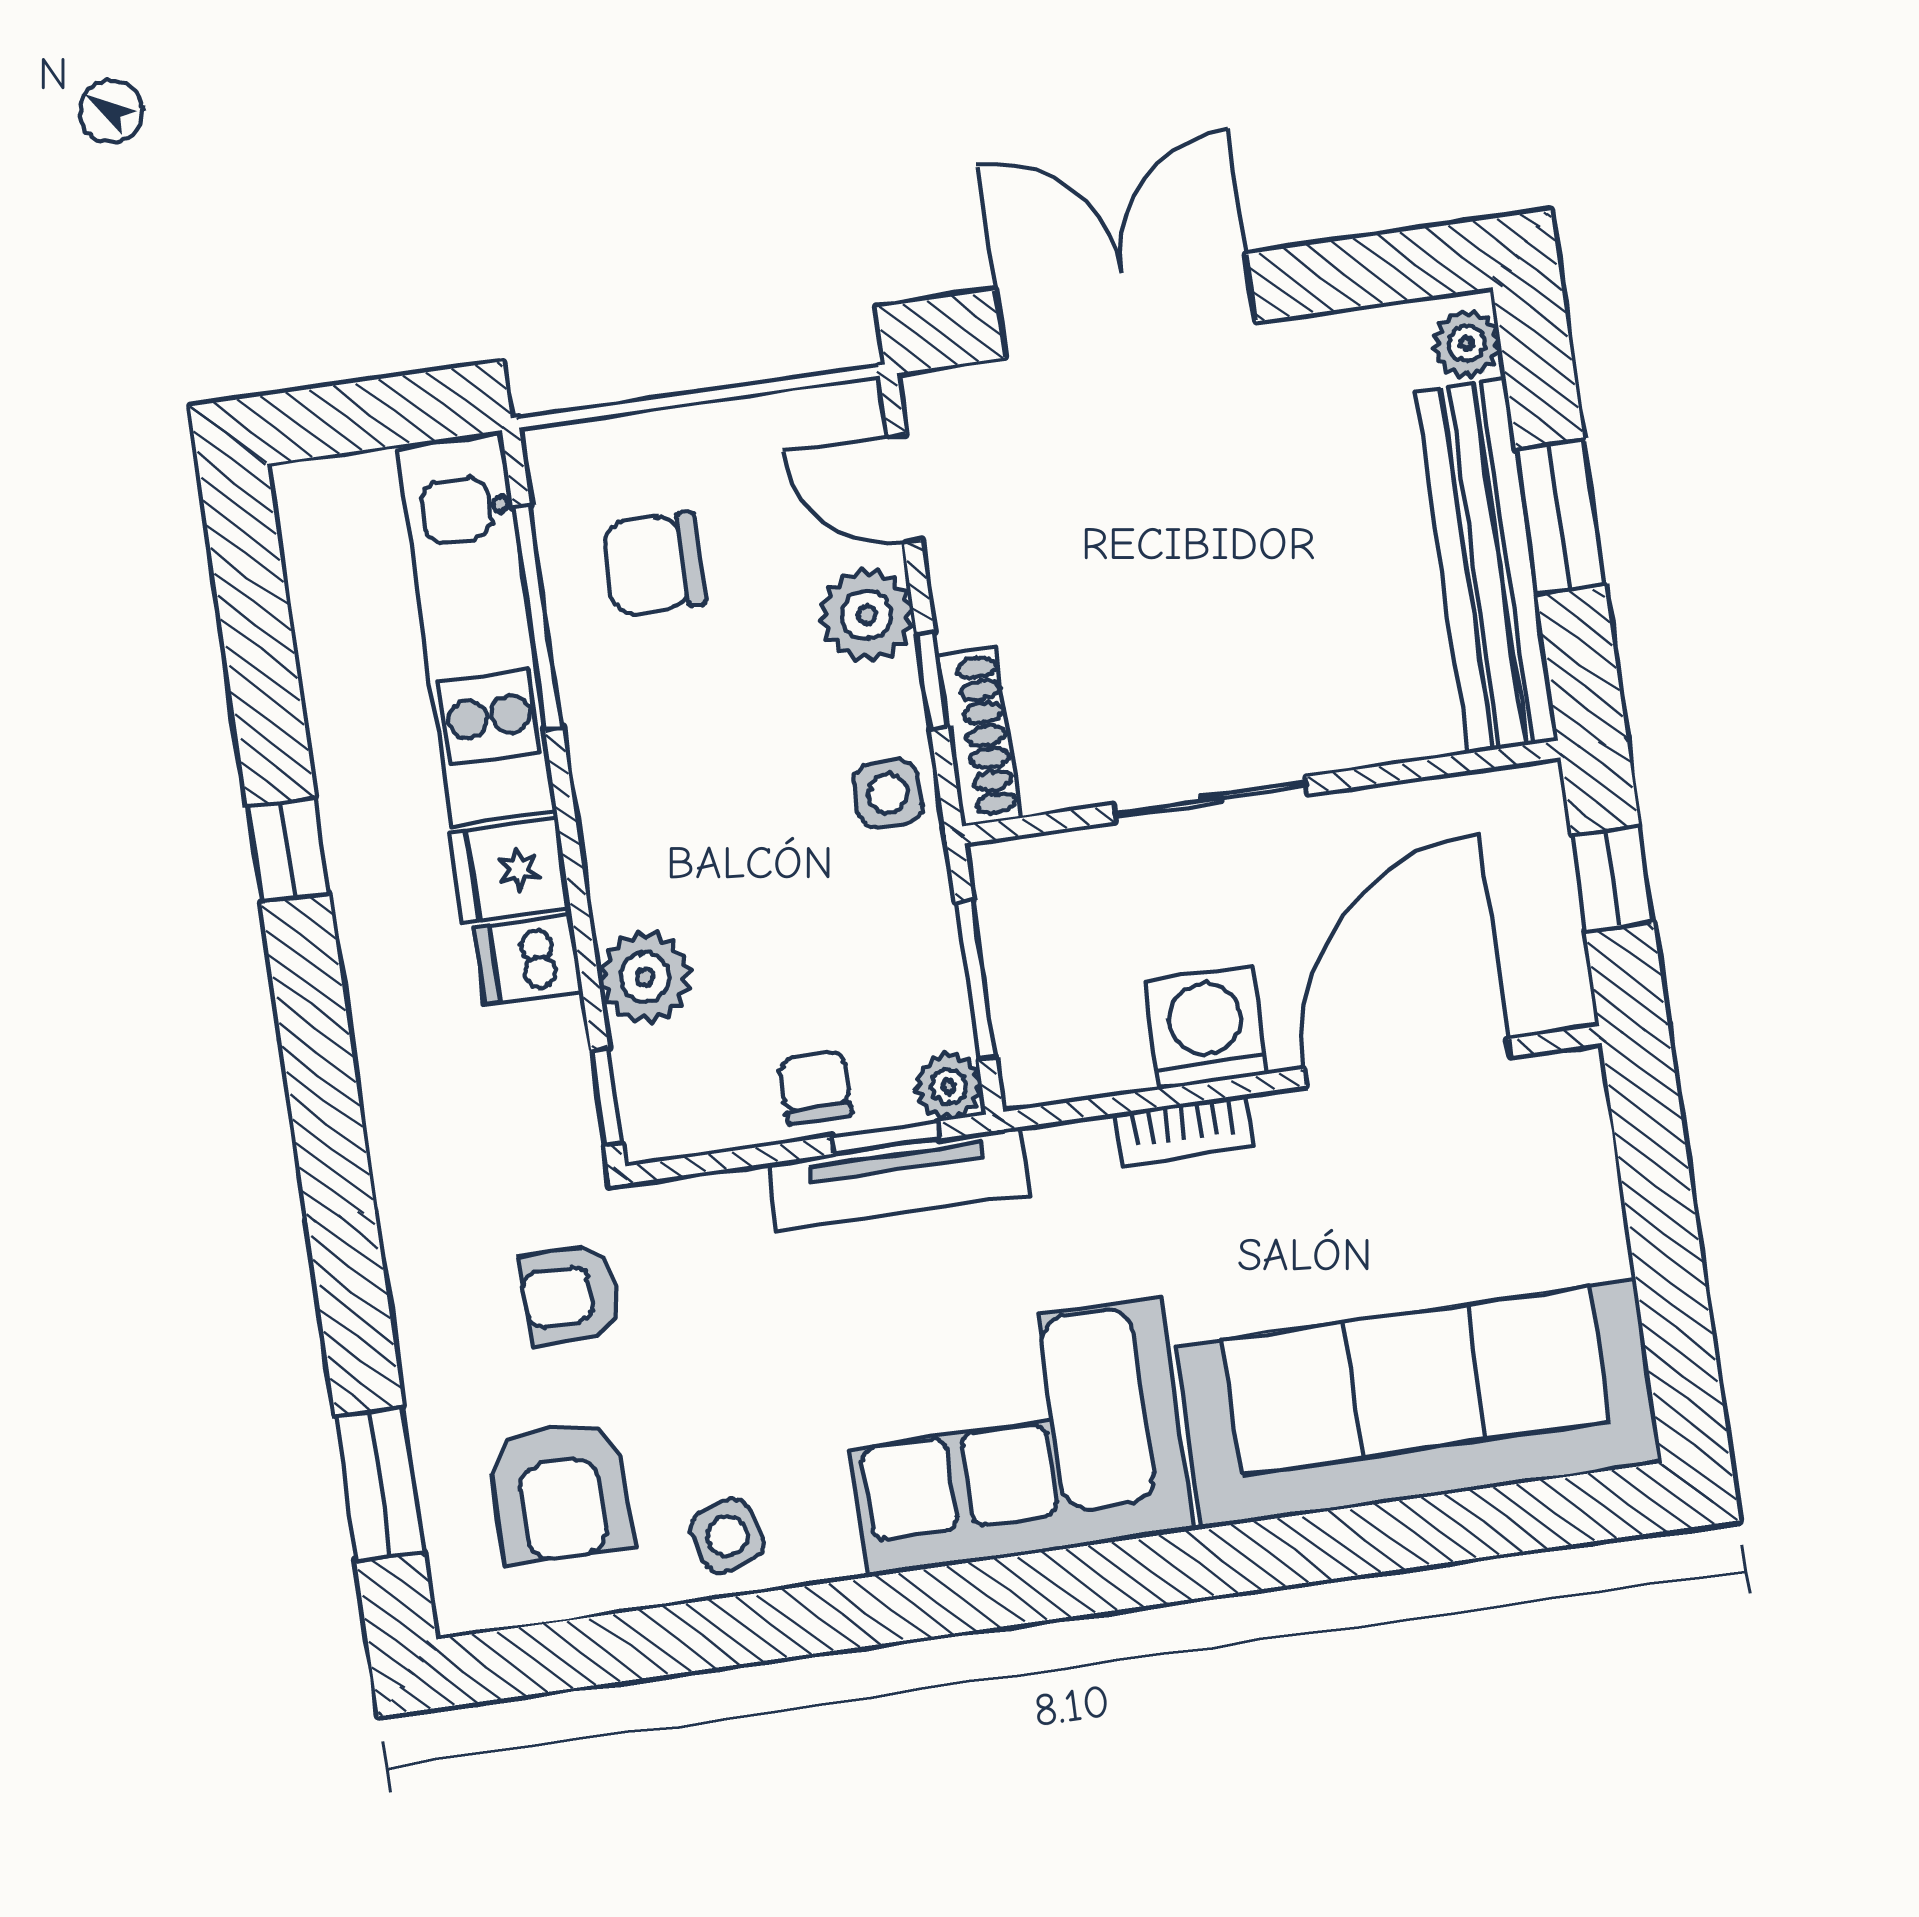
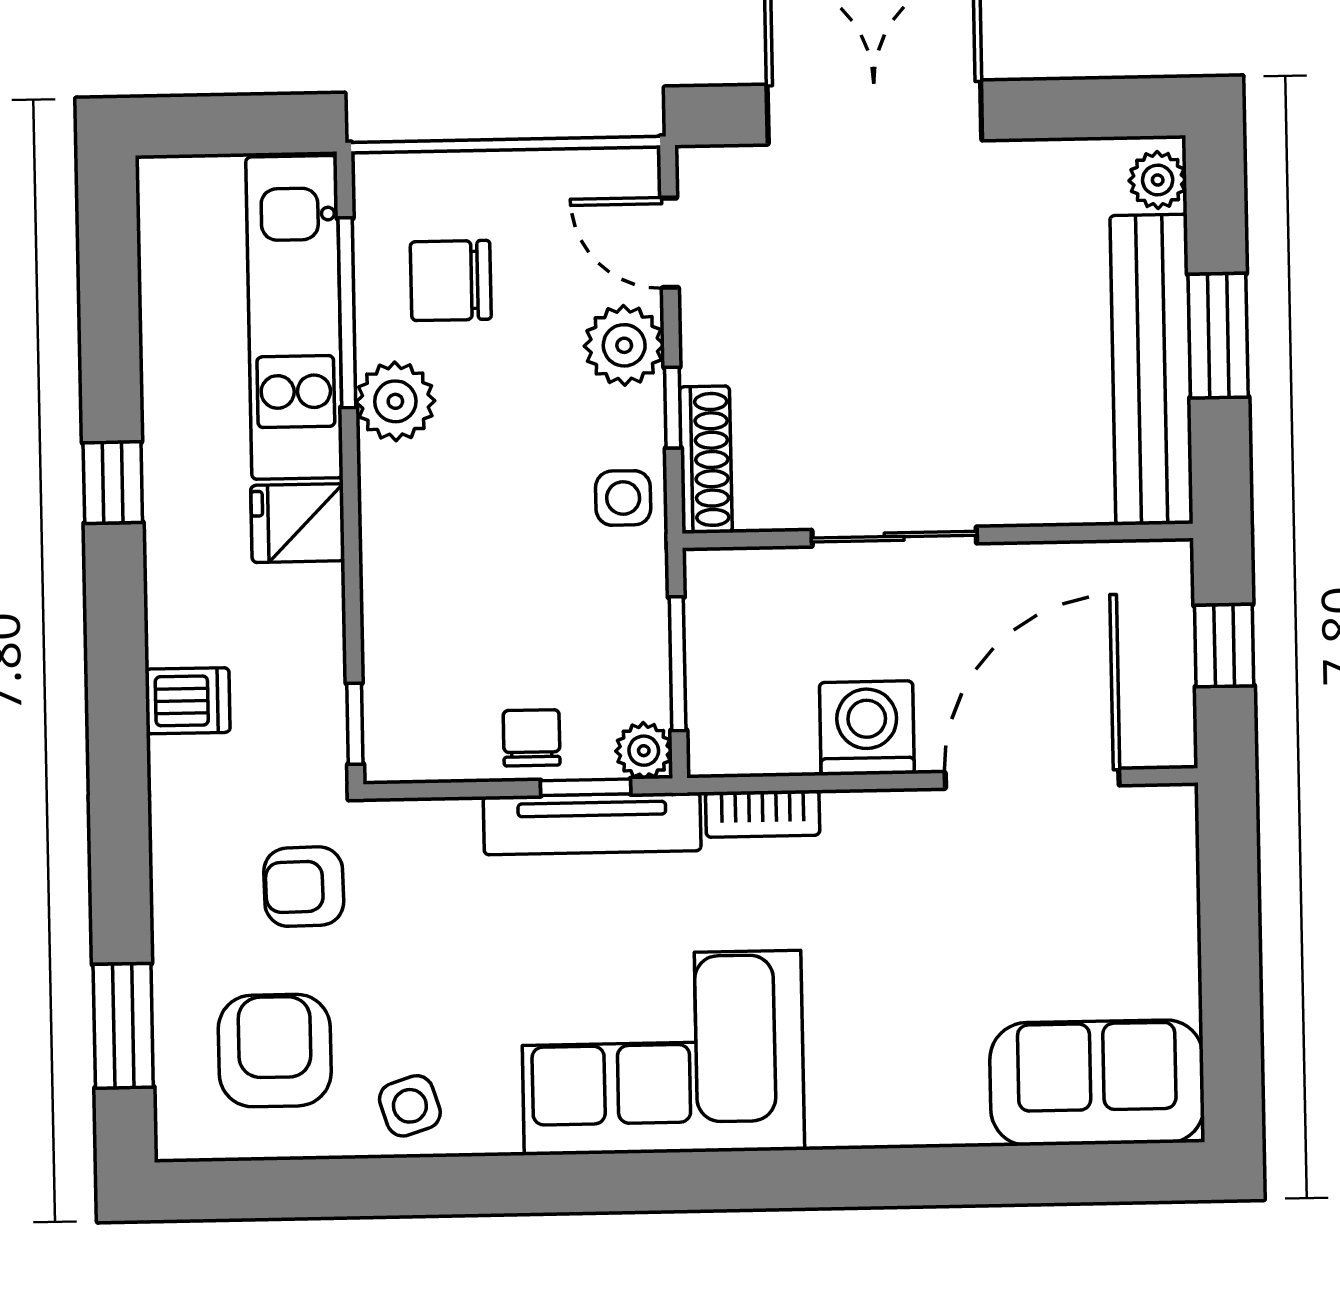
dishwasher: (528, 959) -> (188, 701), moved, turned 180
plant: (645, 977) -> (395, 401), moved
bookcase: (1184, 1130) -> (763, 814), moved
sofa: (1419, 1405) -> (1097, 1083), width x0.54, depth x0.79
armchair: (560, 1491) -> (275, 1051), turned 180

